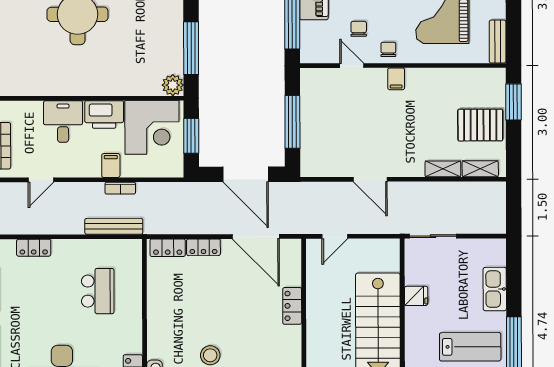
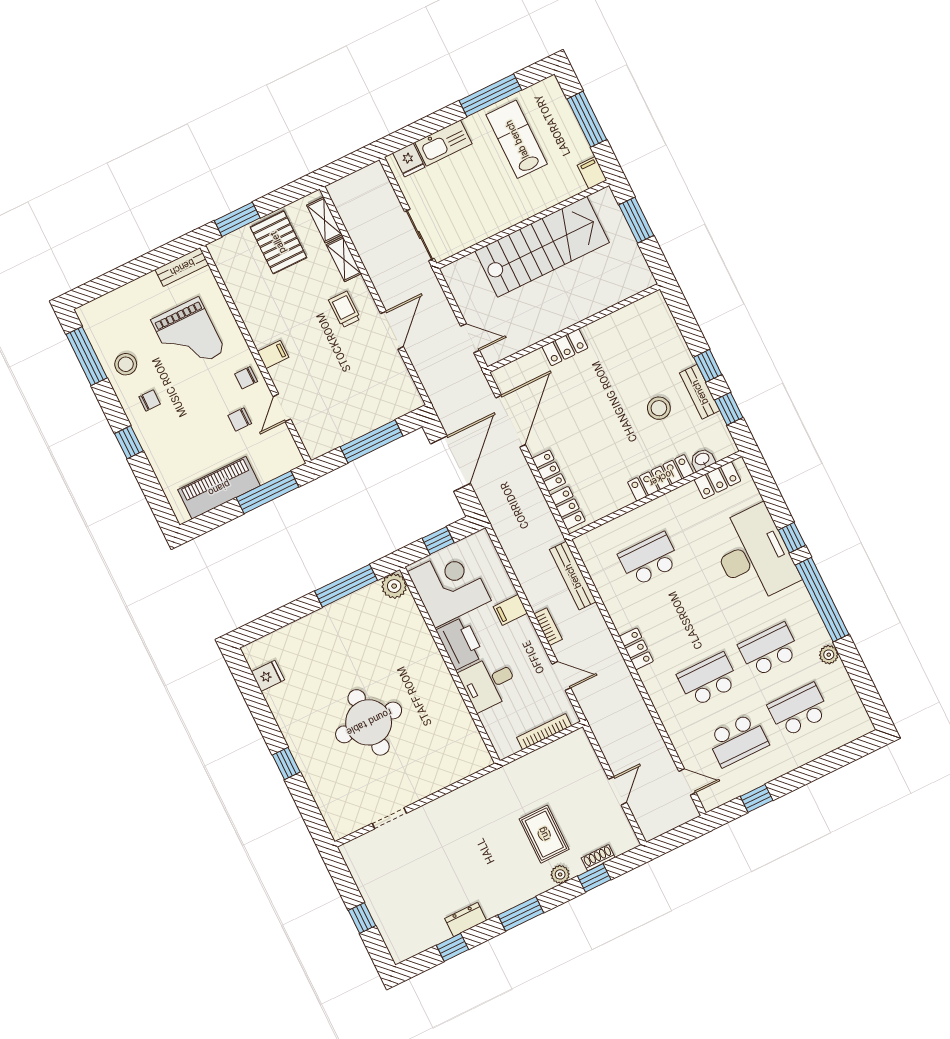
window: (191, 136) -> (438, 541), width x0.67
trolley: (404, 151) -> (345, 309), added
bookcase: (120, 188) -> (548, 627), moved
fridge: (416, 296) -> (409, 160), moved, turned 180
locker: (156, 330) -> (661, 478), added

